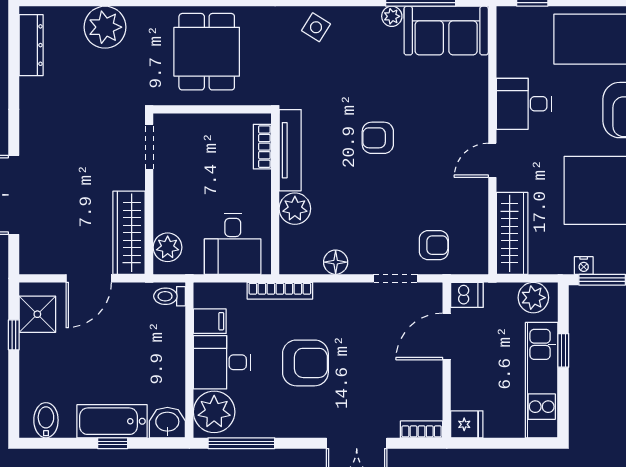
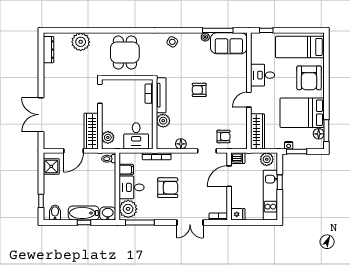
window: (14, 335) -> (41, 201), moved

